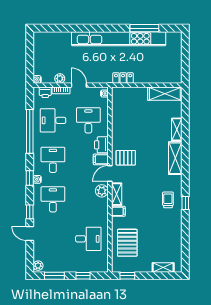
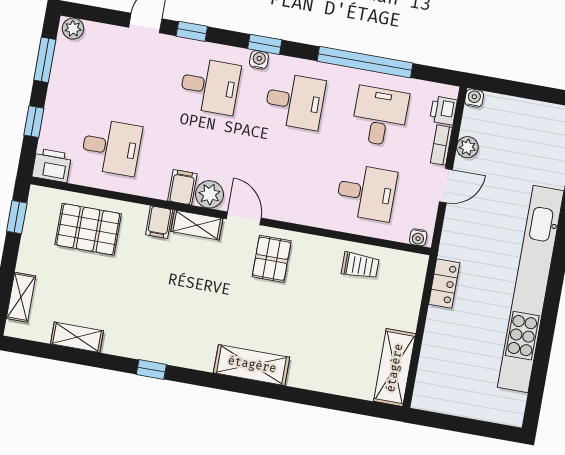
window: (144, 28) -> (543, 349), removed
shelving: (177, 129) -> (77, 337), moved
printer: (101, 145) -> (52, 165), moved
filing cabinet: (101, 159) -> (182, 187), moved
trolley: (168, 200) -> (360, 266), moved
desk: (88, 239) -> (111, 147), turned -90

